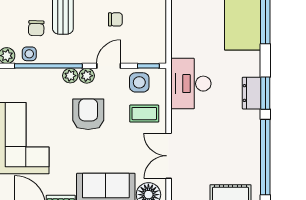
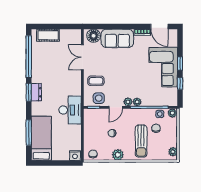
desk: (191, 84) -> (70, 110), moved
armchair: (88, 114) -> (127, 80), removed
double door: (169, 156) -> (82, 57), swing flipped

